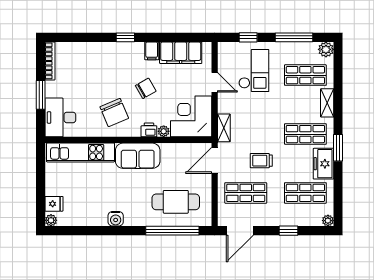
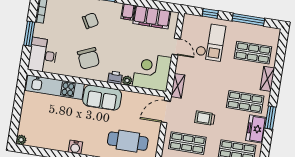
plant: (326, 49) -> (273, 34), removed
chair: (146, 88) -> (90, 21), moved
fridge: (54, 204) -> (26, 126), removed

